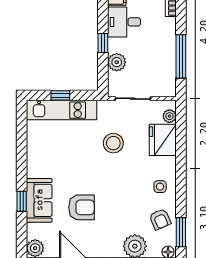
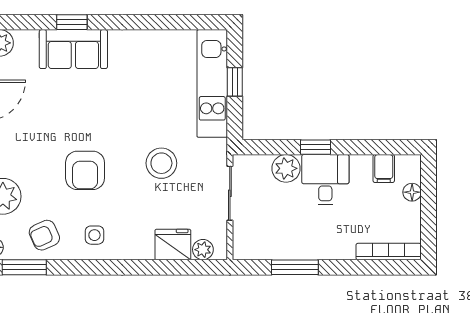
desk: (124, 22) -> (325, 180), moved
window: (181, 56) -> (295, 267), width x0.69
fridge: (163, 140) -> (173, 244), width x0.73, depth x0.75
armchair: (82, 207) -> (85, 170), moved

